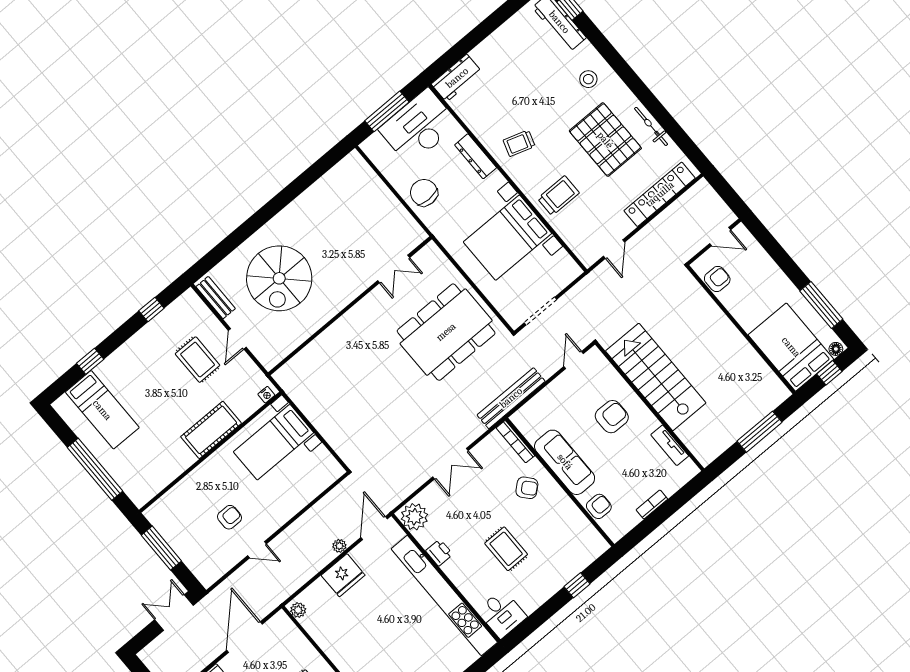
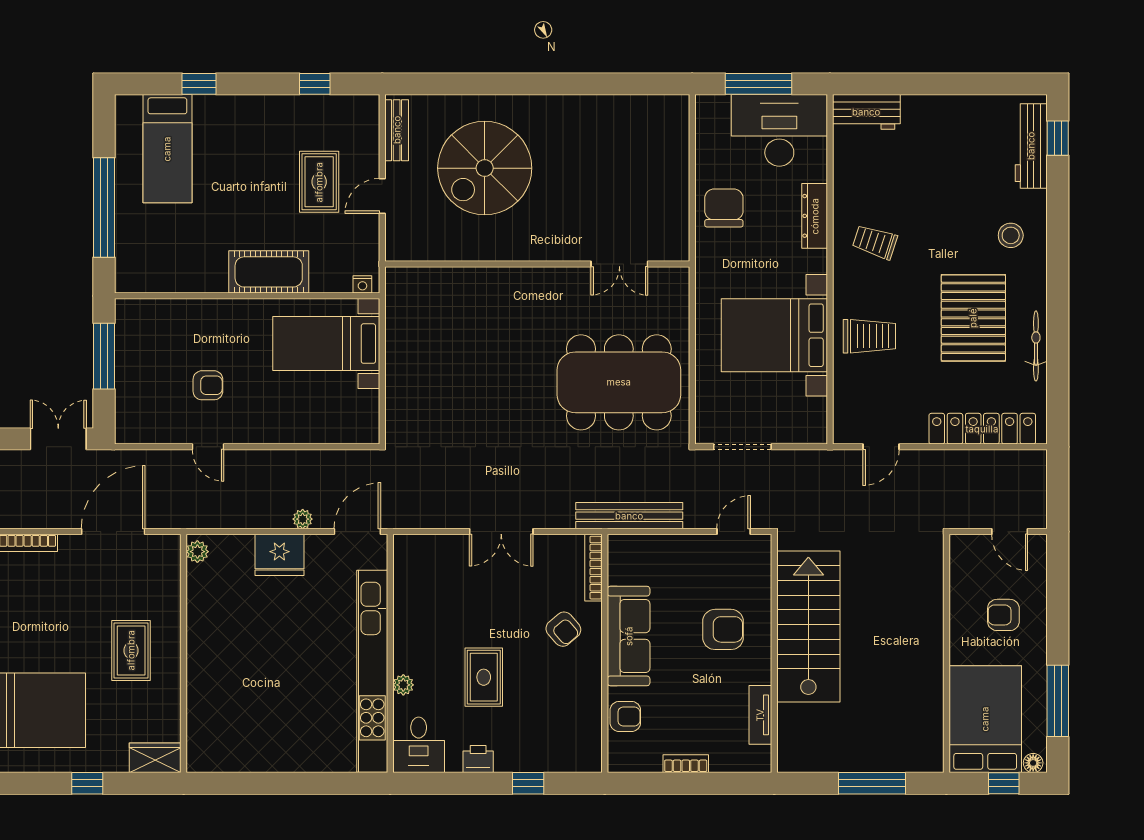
armchair: (717, 279) -> (1003, 615), moved, turned 180
plant: (414, 517) -> (403, 685), moved, width x0.53, depth x0.53
printer: (439, 553) -> (478, 759), moved, turned -90

